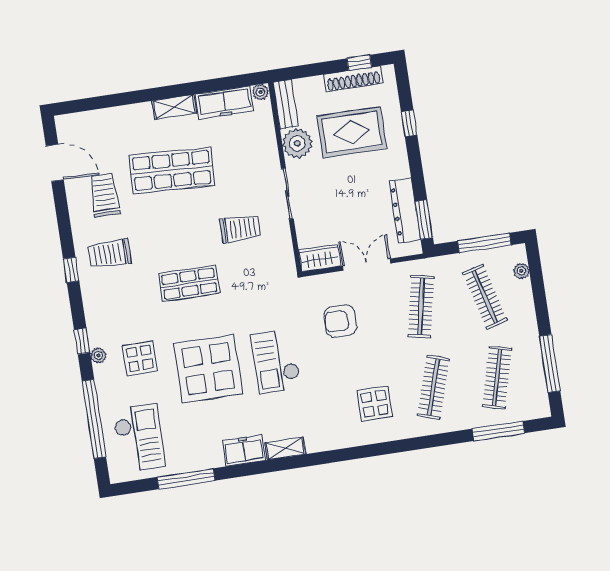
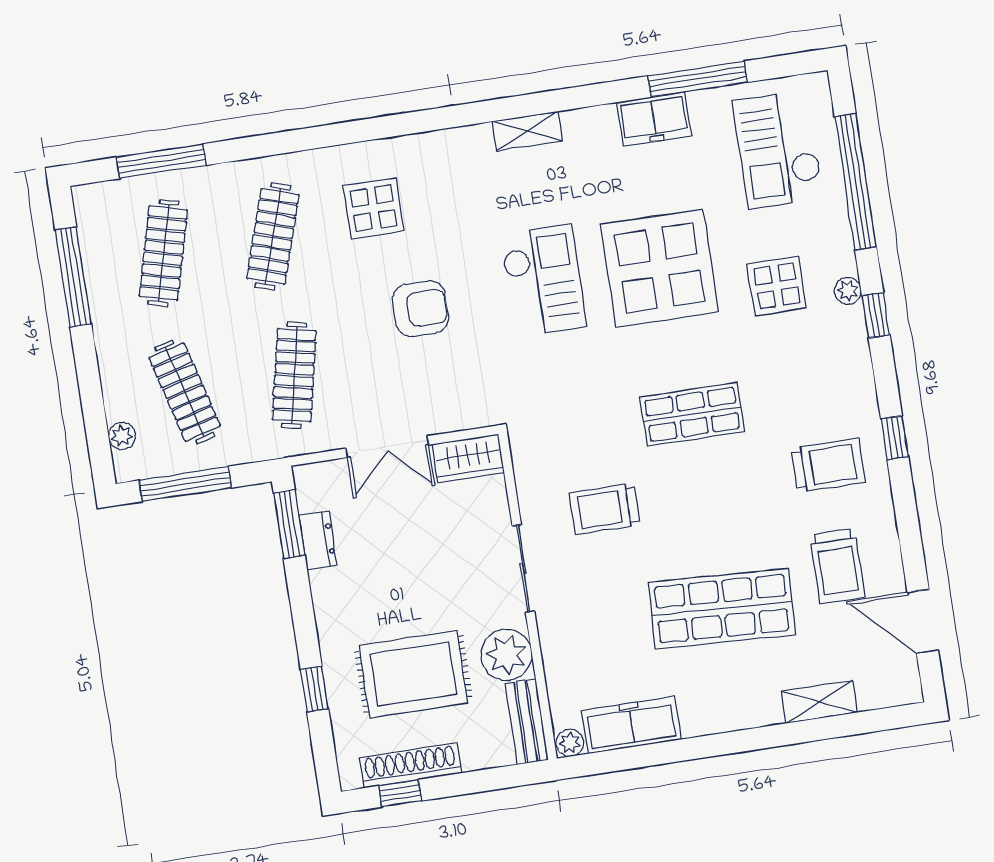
shelving: (174, 107) -> (819, 702), moved
dresser: (405, 211) -> (318, 540), width x0.51, depth x0.80
armchair: (340, 321) -> (421, 309), moved
freezer: (244, 450) -> (654, 119), moved

